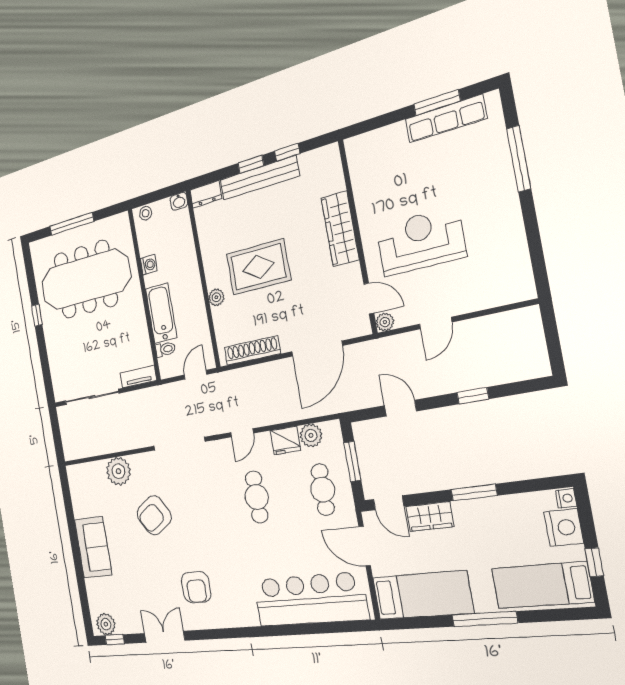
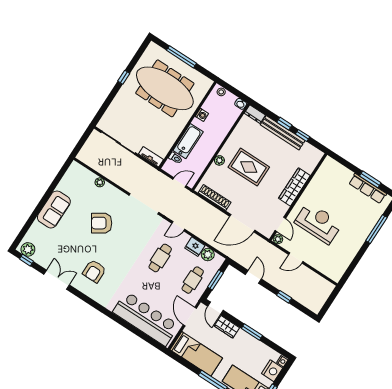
plant: (118, 471) -> (100, 182), width x0.53, depth x0.53

